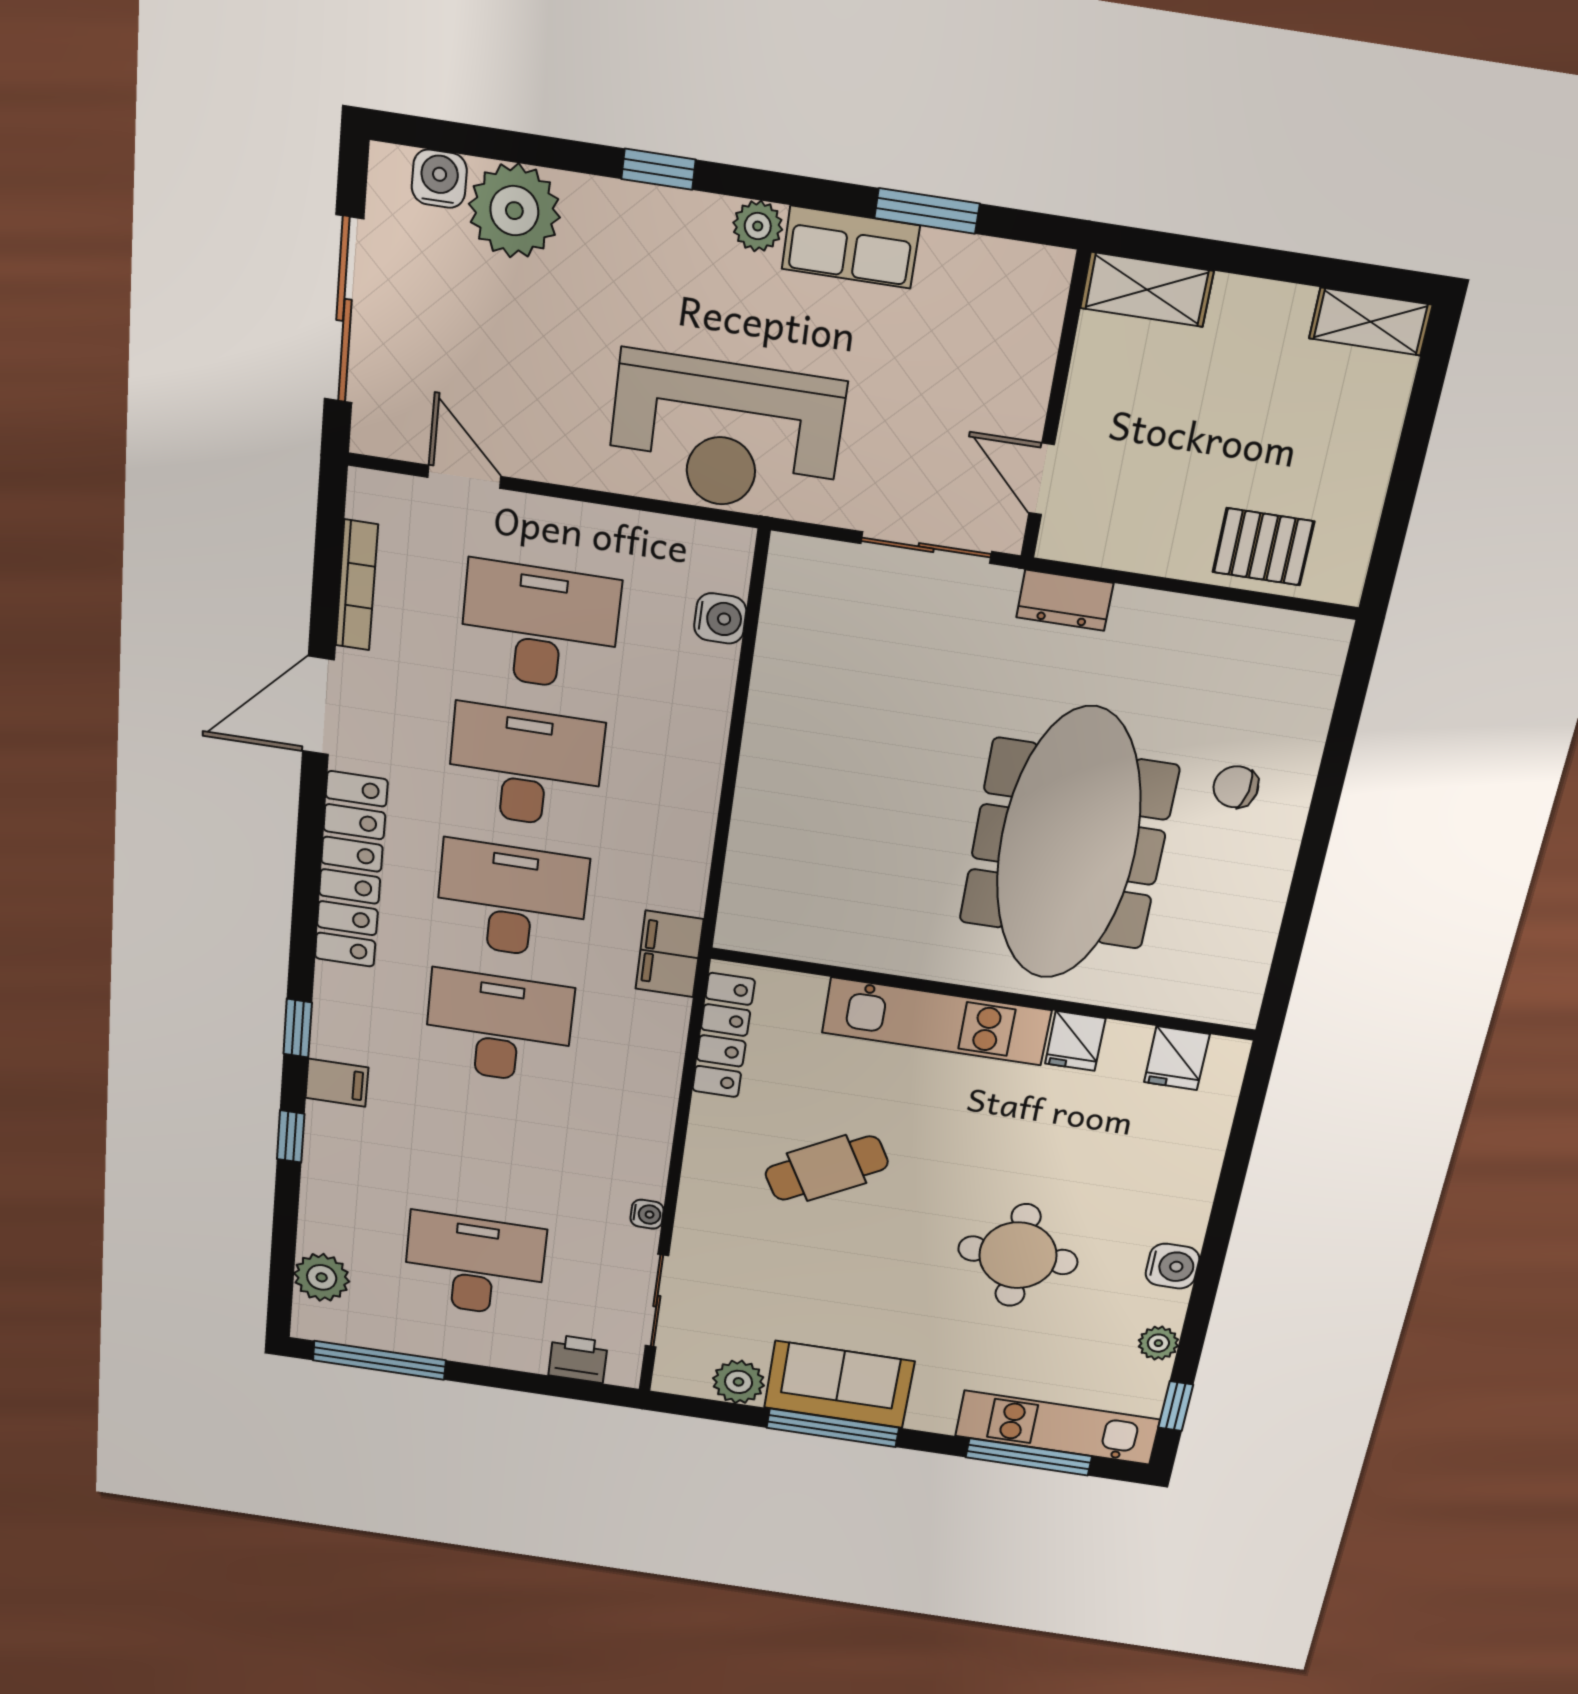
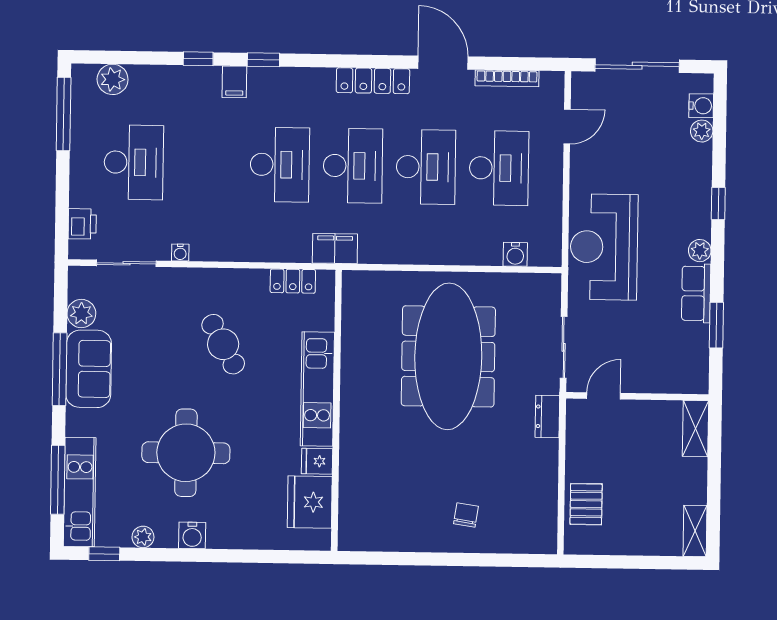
plant: (514, 211) -> (702, 131), width x0.53, depth x0.53
meeting table: (1068, 845) -> (448, 356), moved, turned 90
locker: (351, 870) -> (373, 81), width x0.71, depth x0.83
locker: (723, 1035) -> (293, 281), width x0.66
fridge: (1177, 1058) -> (310, 502), width x1.88, depth x1.34
round table: (1018, 1255) -> (186, 453), width x1.36, depth x1.36

